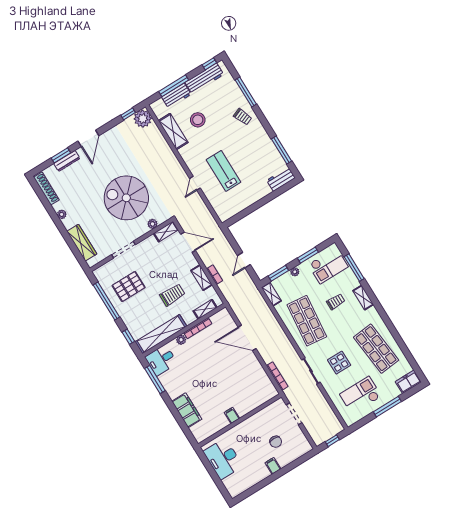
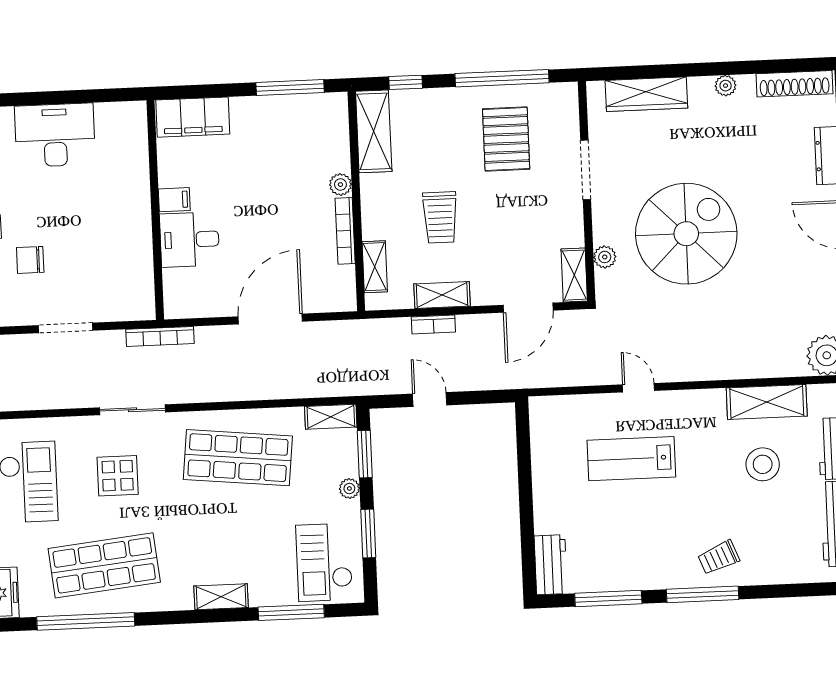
window: (246, 92) -> (703, 594), moved
lab bench: (224, 171) -> (631, 459), turned 180
trolley: (336, 302) -> (244, 537), removed
shelving: (161, 334) -> (374, 131), width x0.68
window: (401, 344) -> (86, 621), added
desk: (161, 360) -> (189, 240), moved, turned -90
filing cabinet: (232, 415) -> (174, 200), moved
wall: (240, 420) -> (155, 210), moved

